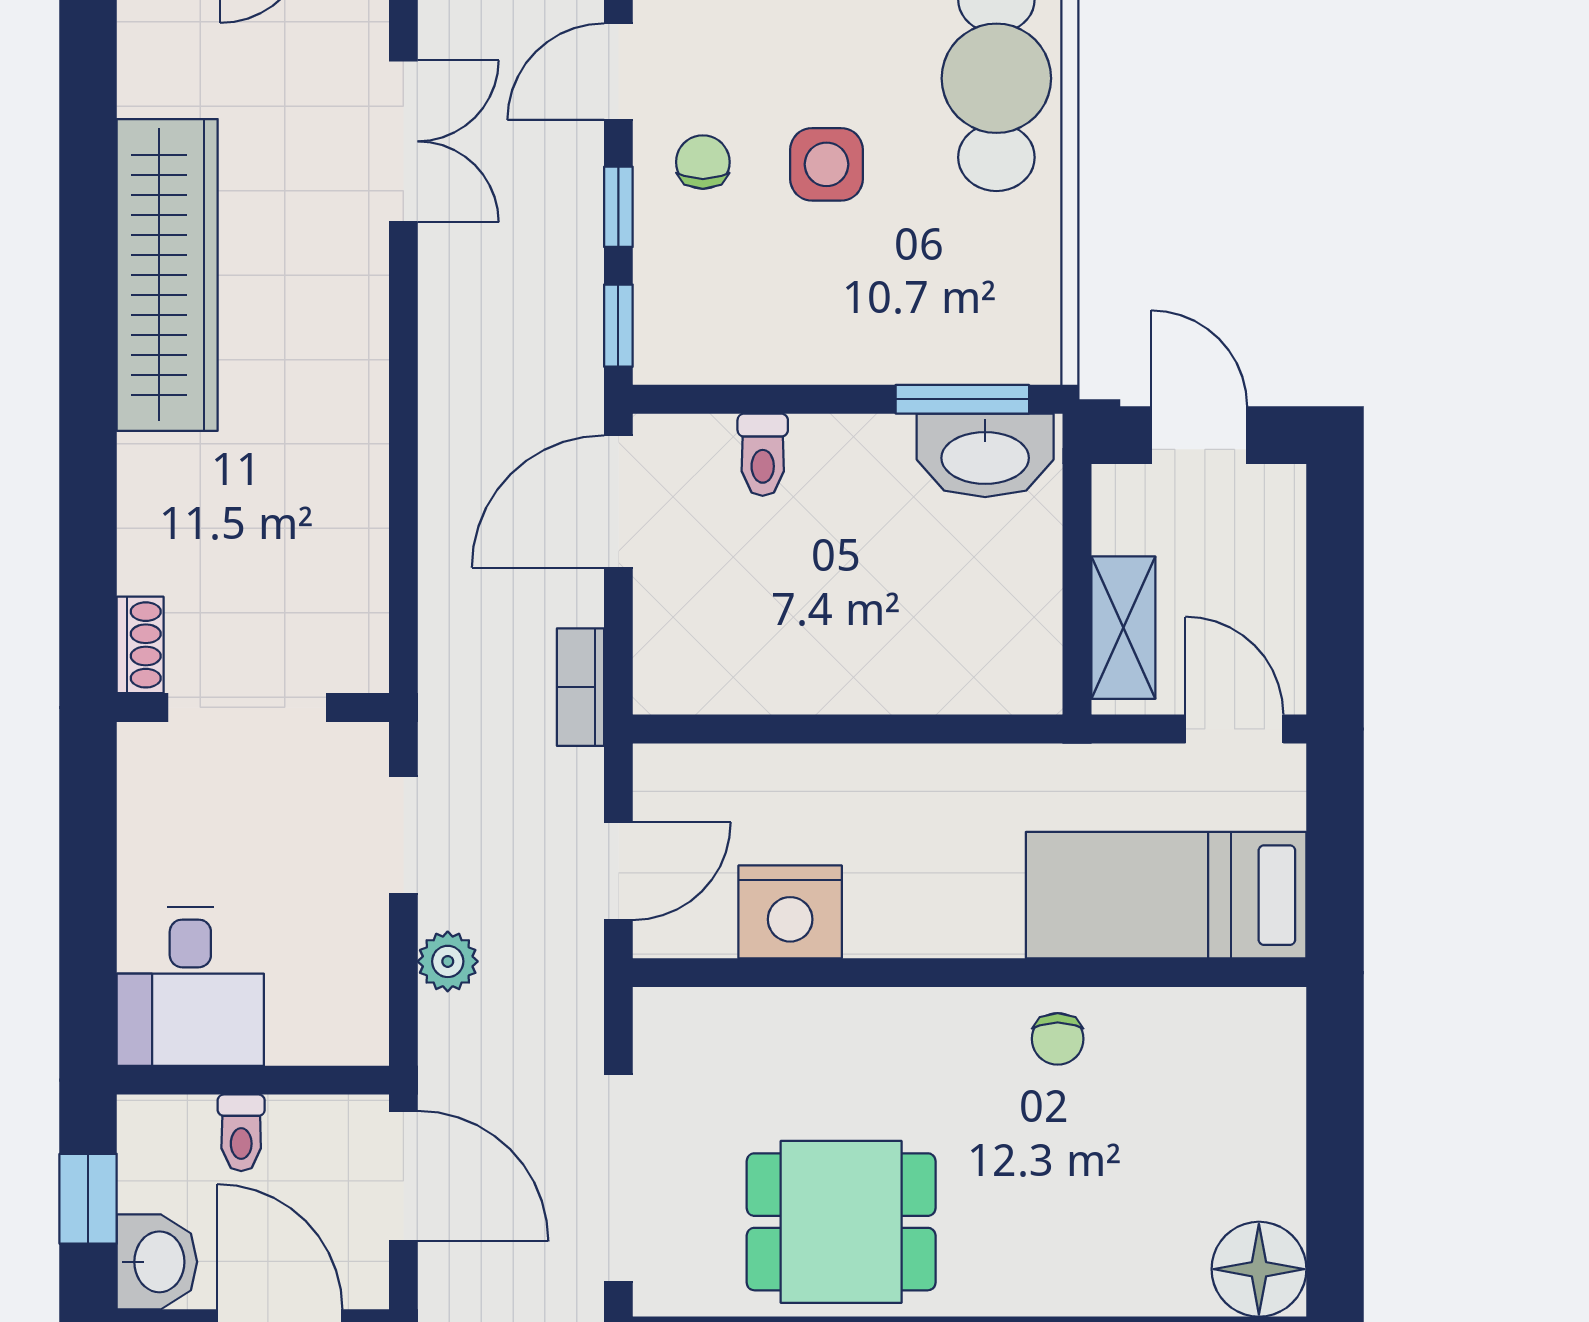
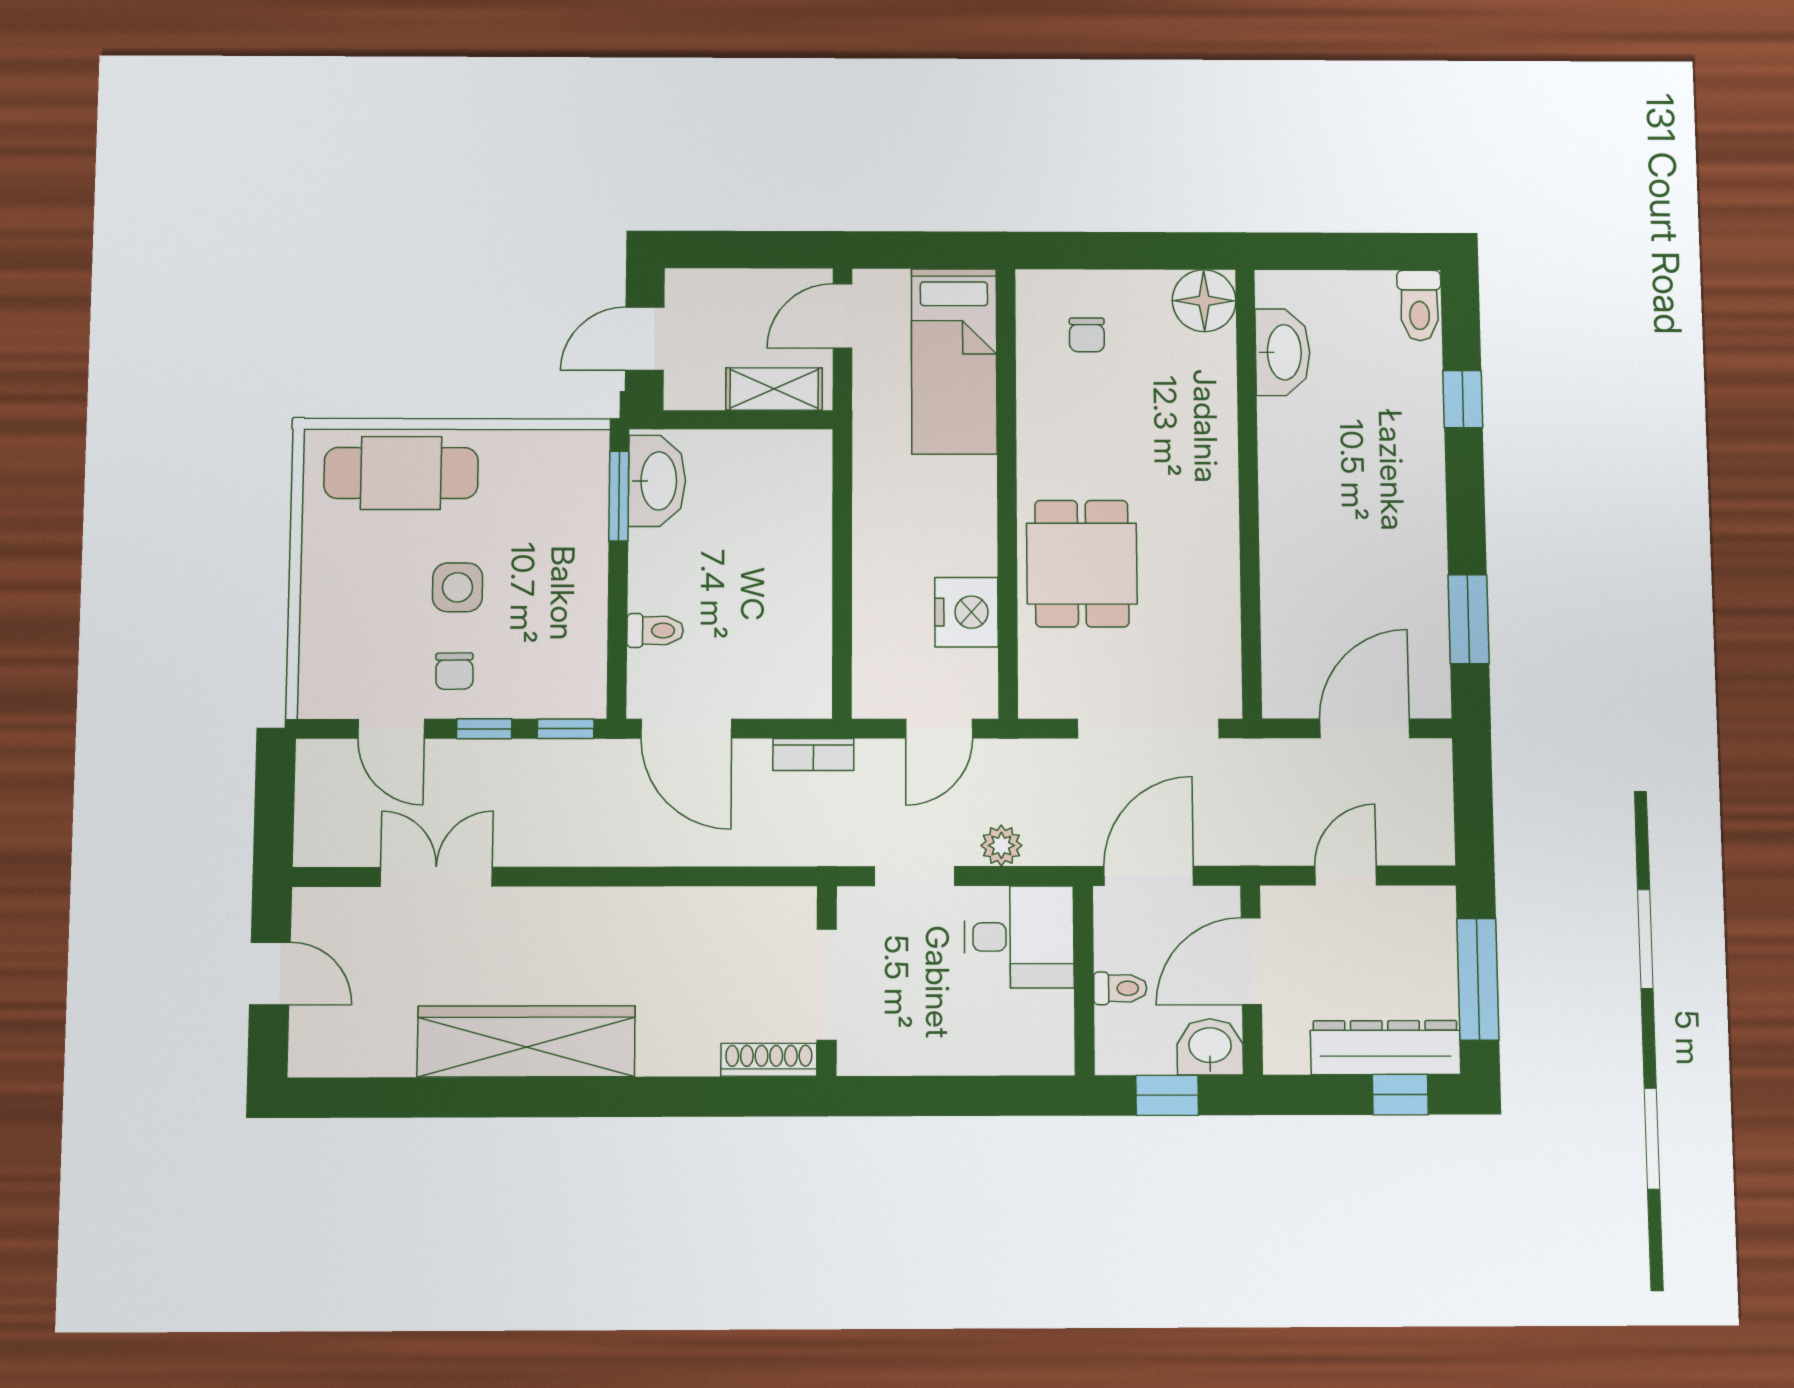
chair: (703, 162) -> (454, 671), turned -91
shoe rack: (140, 645) -> (769, 1060), width x1.43
door: (618, 871) -> (939, 729), swing flipped
desk: (190, 986) -> (1019, 937), moved
chair: (1058, 1039) -> (1087, 335), moved, turned 90
dining table: (841, 1222) -> (1082, 564), moved

